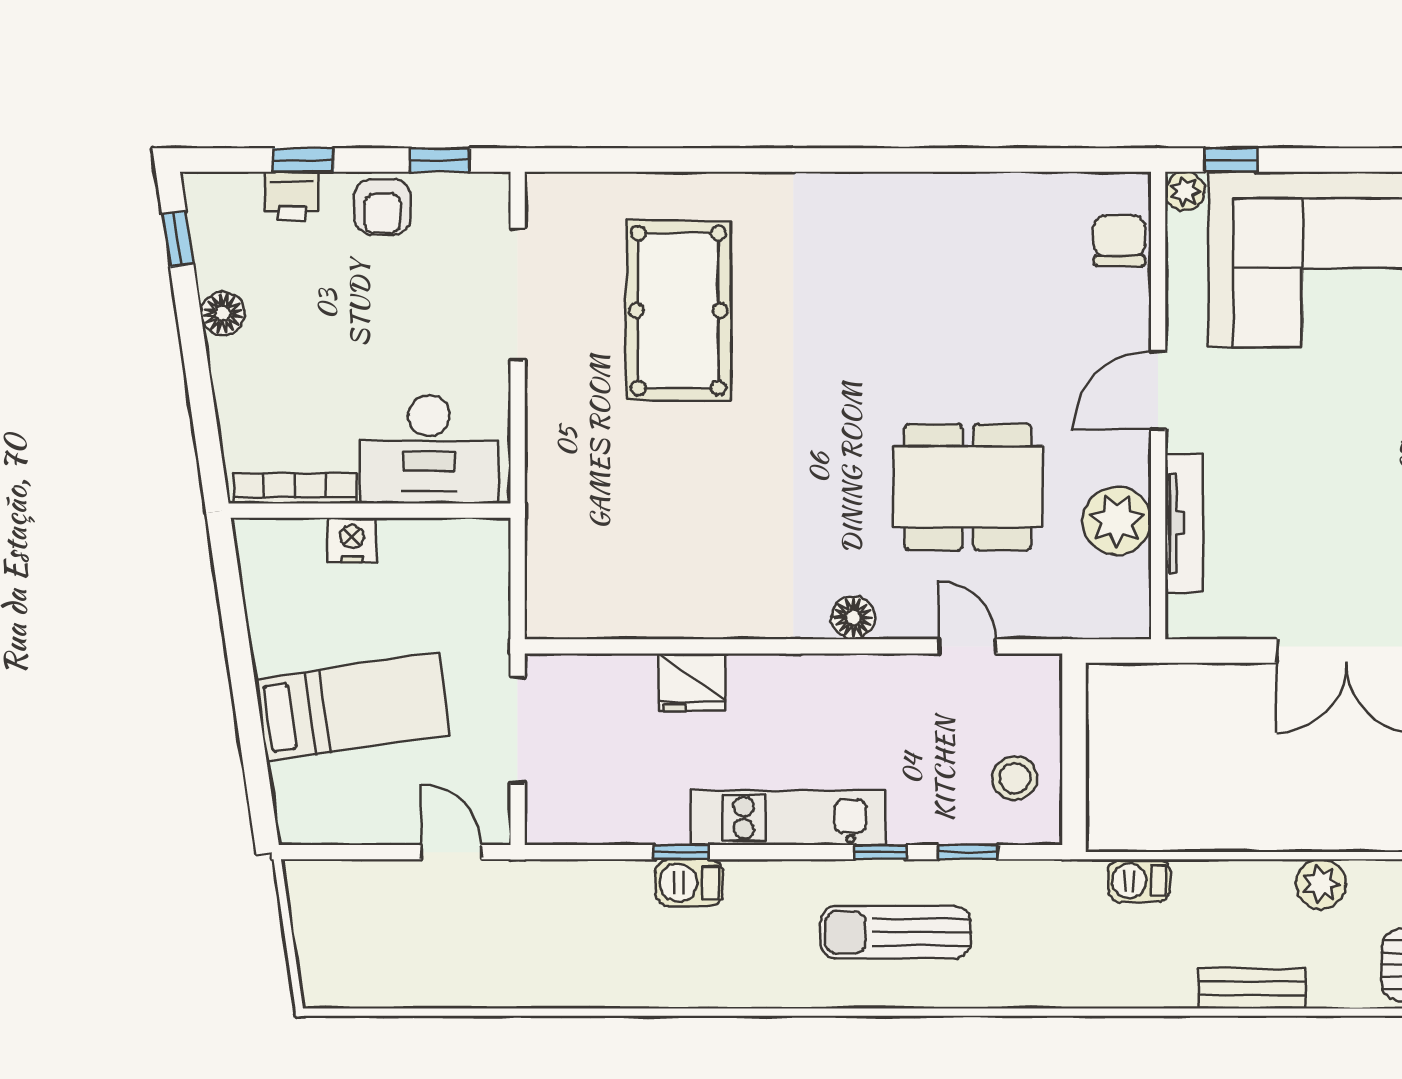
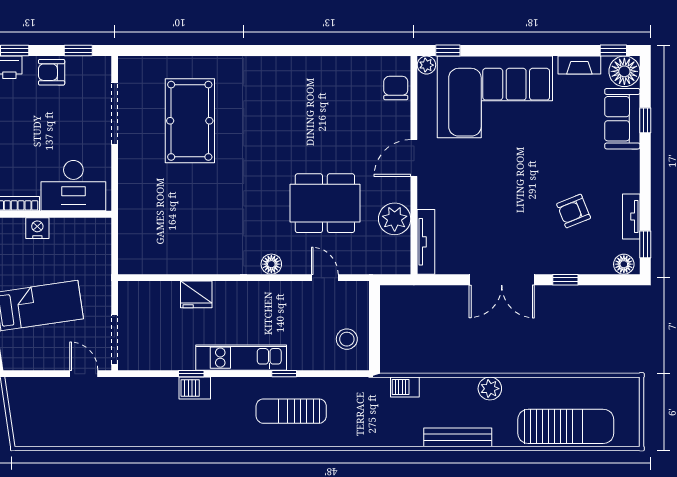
armchair: (382, 207) -> (52, 72), turned 90
tv unit: (1184, 523) -> (426, 242), moved
doorway: (518, 730) -> (115, 340), moved
window: (968, 852) -> (325, 374), removed
bench: (1252, 988) -> (458, 437), width x1.36

